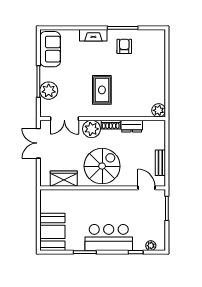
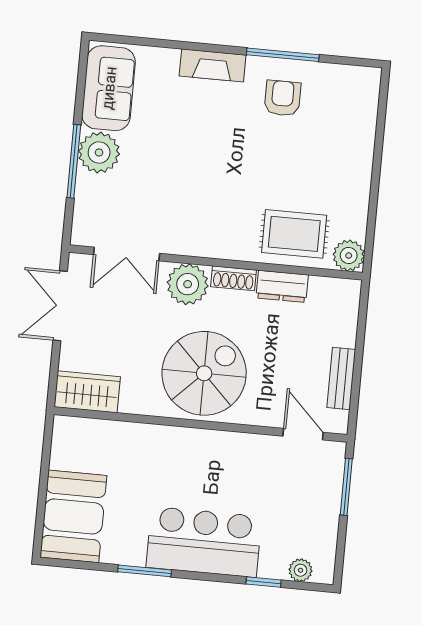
rug: (102, 90) -> (294, 234), moved, turned 90
plant: (49, 91) -> (99, 153), moved
wardrobe: (64, 179) -> (87, 392), moved

